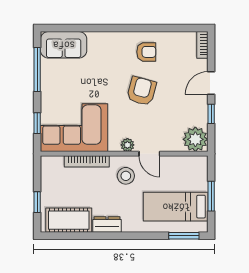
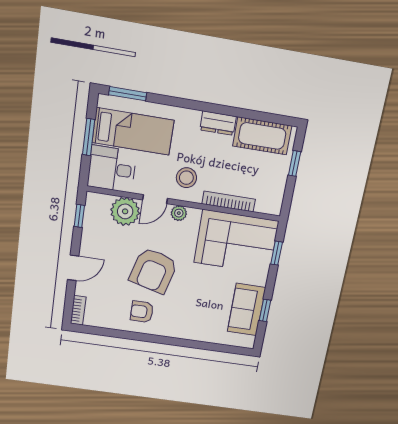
sofa: (64, 45) -> (246, 310), moved, turned -90
window: (37, 69) -> (265, 310), width x0.46
armchair: (142, 91) -> (153, 271), width x1.36, depth x1.36
window: (211, 114) -> (79, 216), moved
plant: (195, 139) -> (125, 211), moved
door: (149, 154) -> (155, 199), swing flipped
desk: (189, 173) -> (112, 169), added

